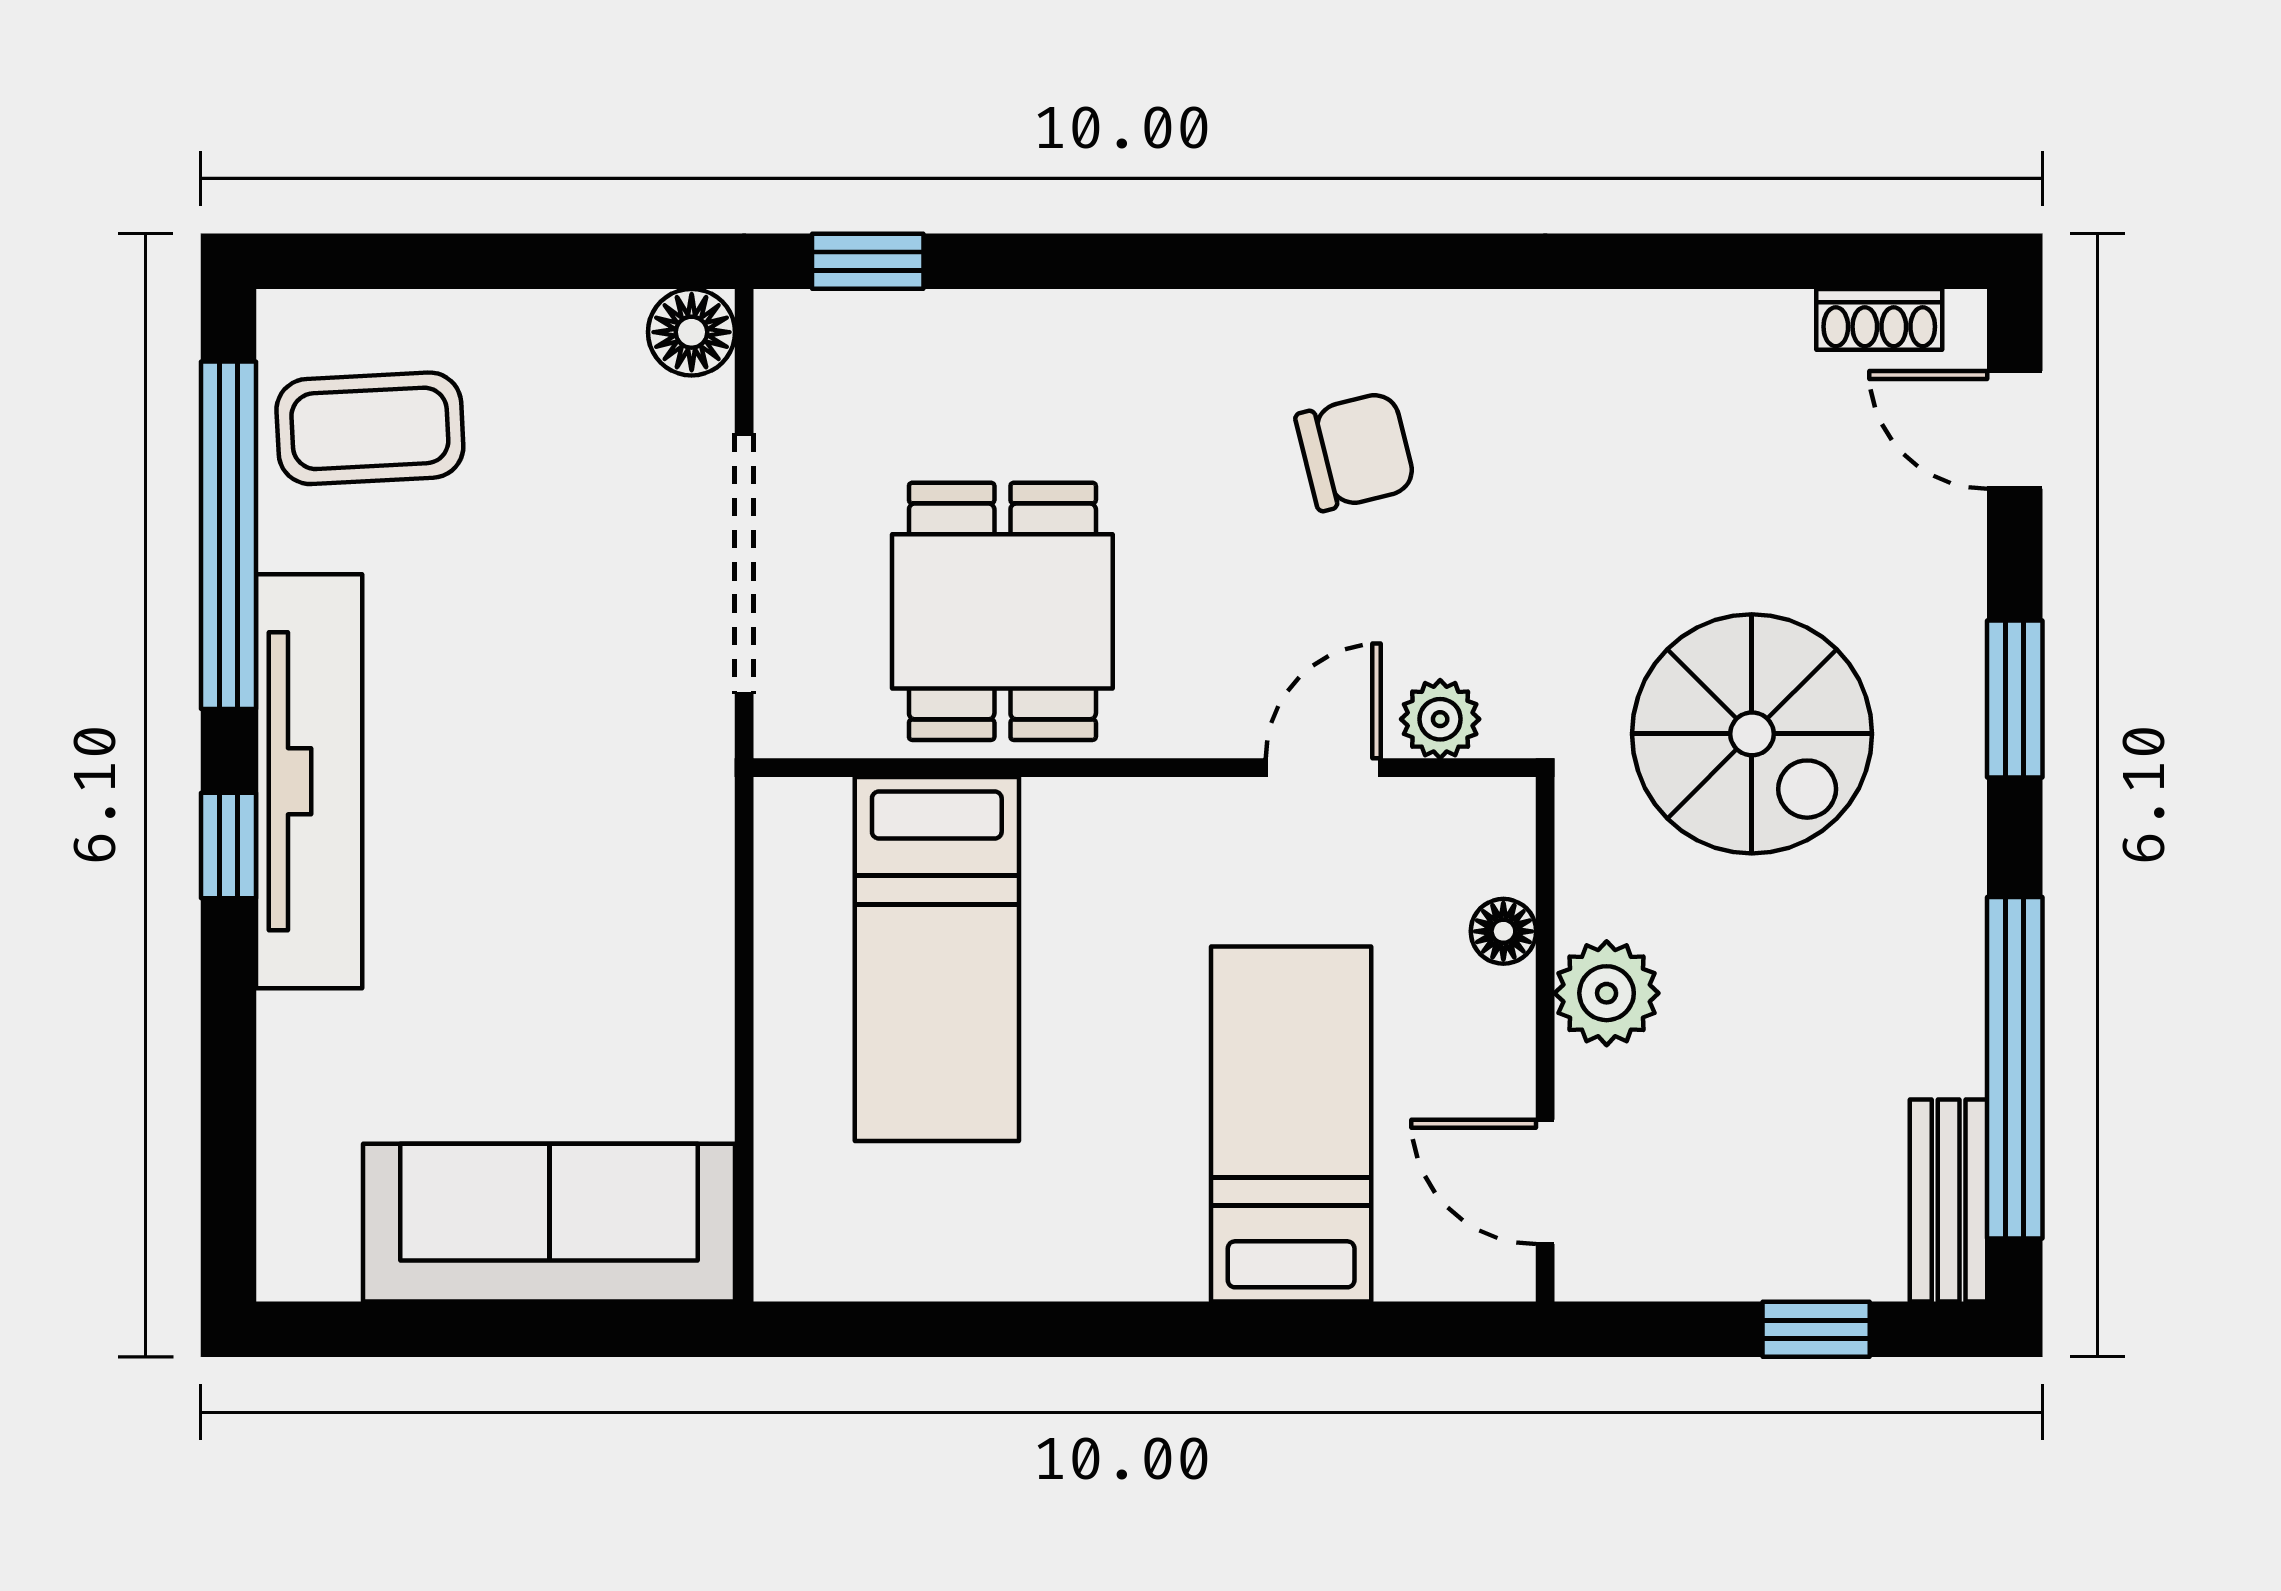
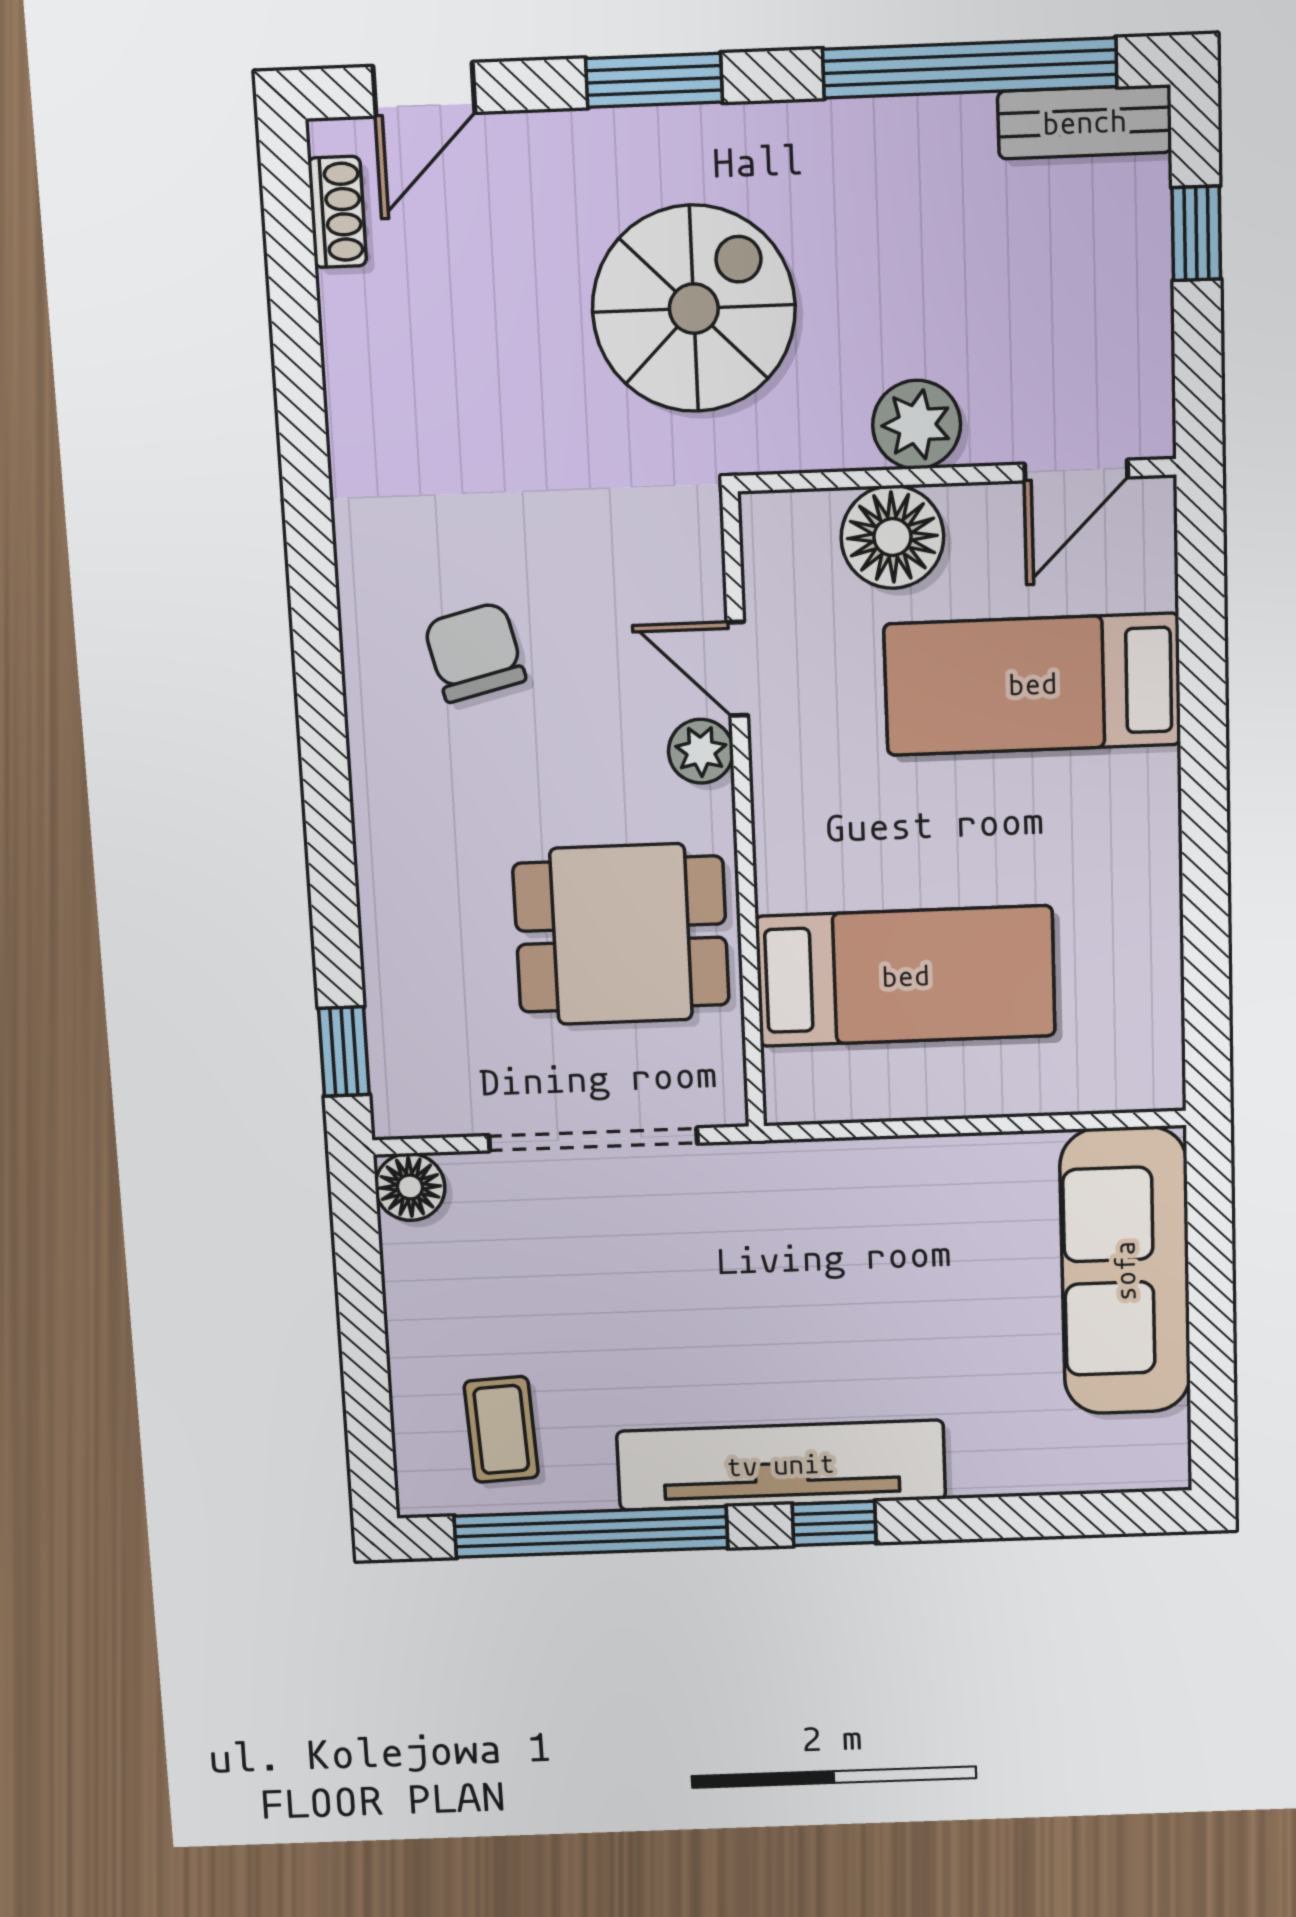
coffee table: (370, 428) -> (501, 1429), width x0.73, depth x0.77
plant: (1440, 719) -> (701, 751), moved
floor lamp: (1503, 931) -> (892, 537), width x1.89, depth x1.89

